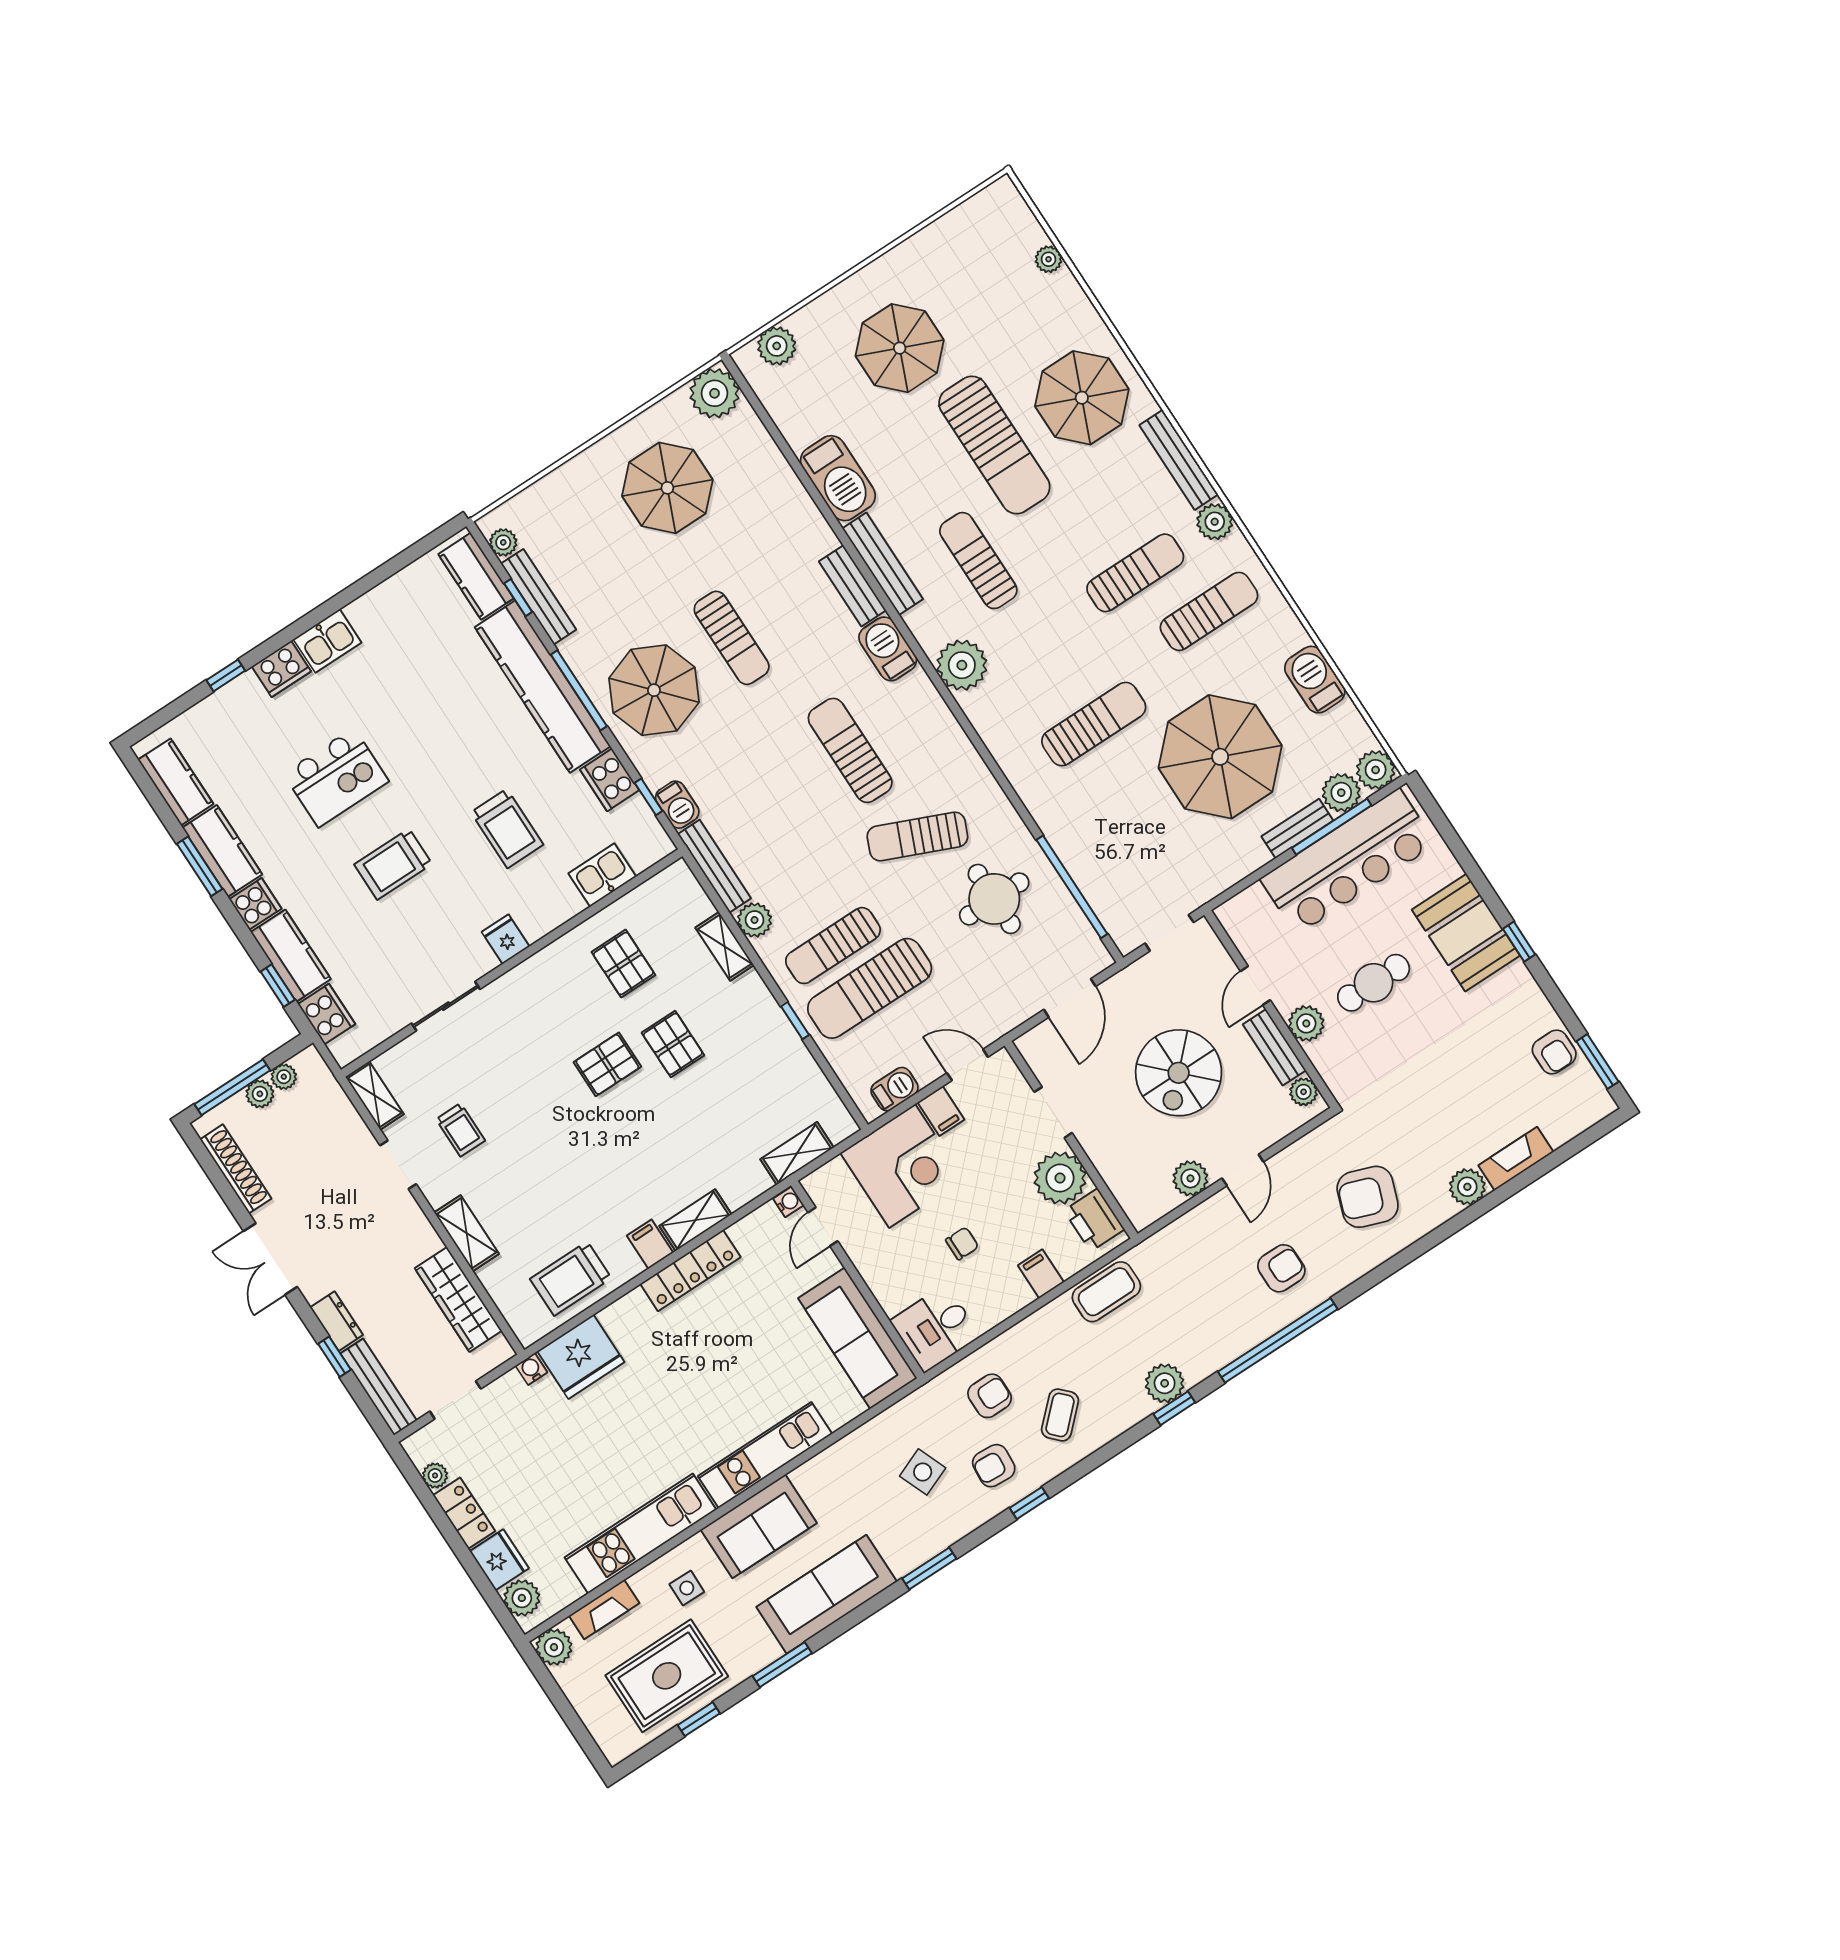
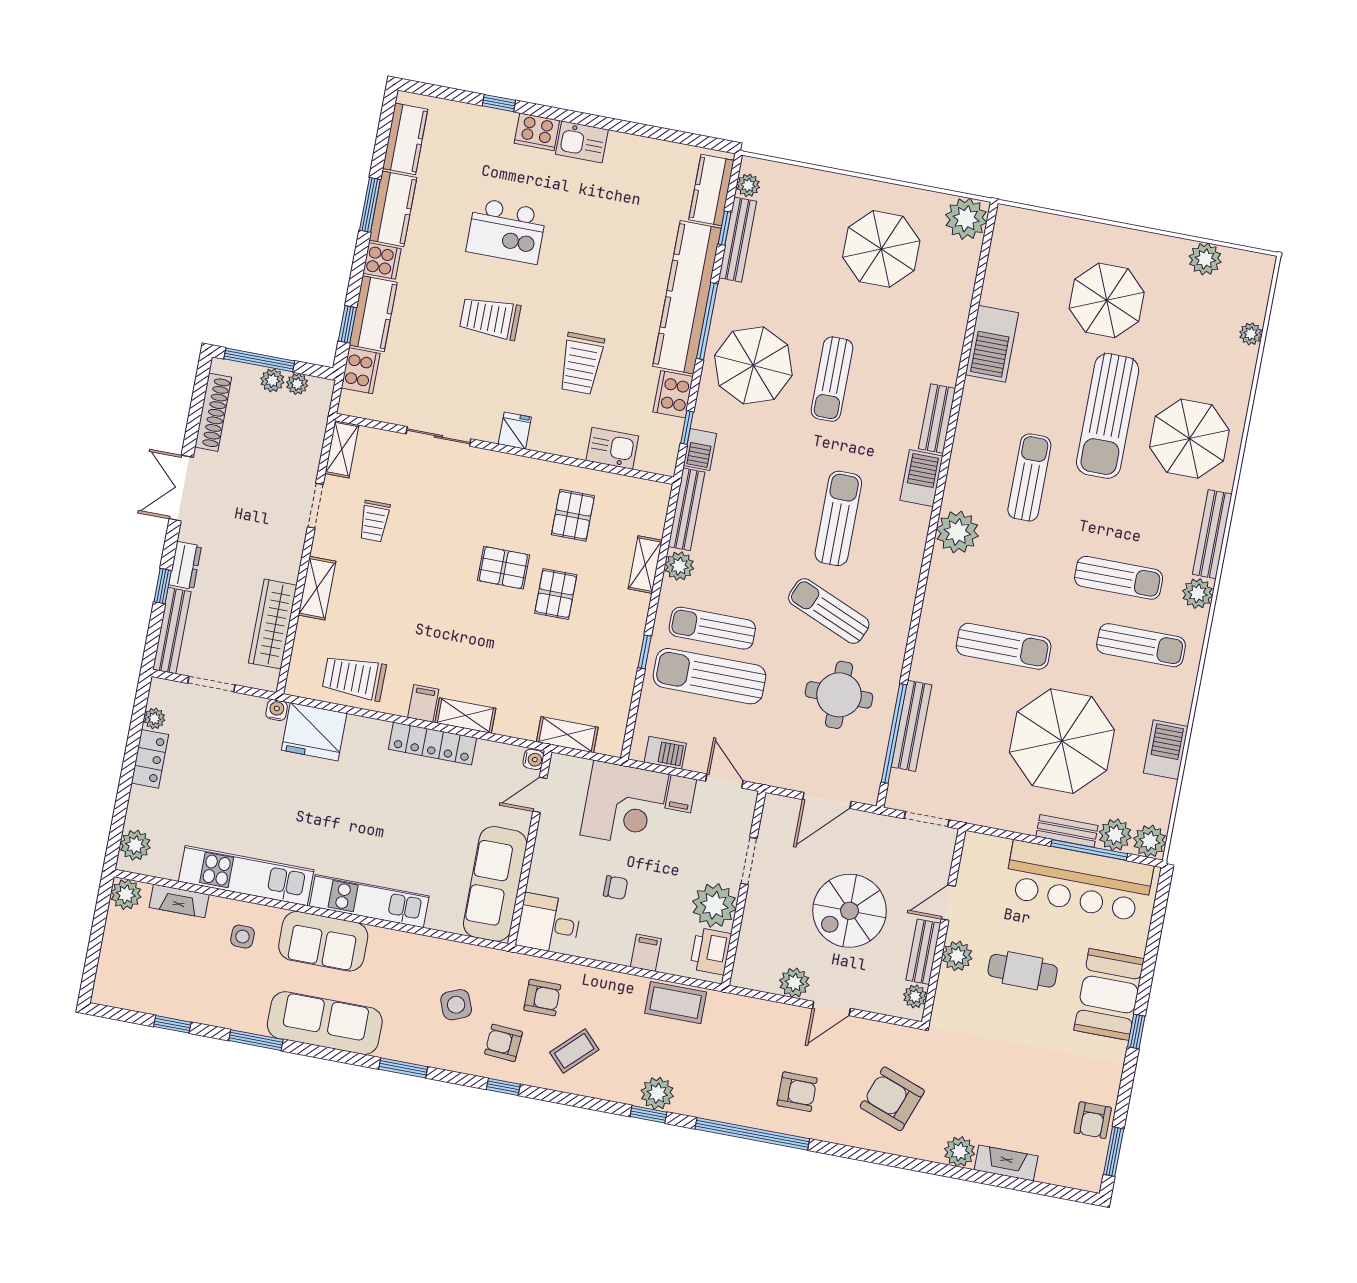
plant: (777, 346) -> (1205, 259), moved
bench: (883, 564) -> (911, 726), moved
fridge: (499, 1560) -> (144, 808), removed
rug: (667, 1676) -> (178, 979), removed

